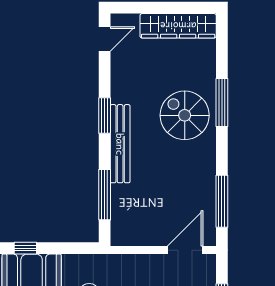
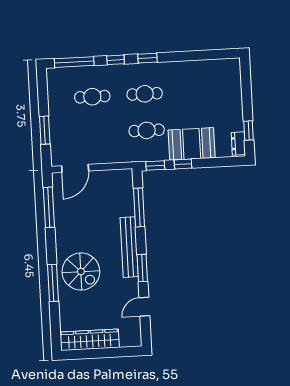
door: (105, 39) -> (144, 307), moved
window: (25, 248) -> (183, 164), moved
window: (80, 248) -> (155, 166), added

